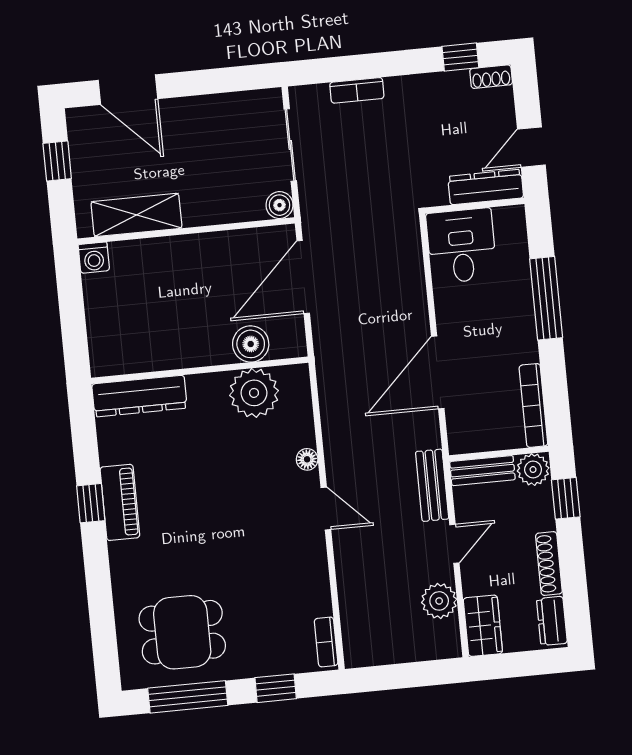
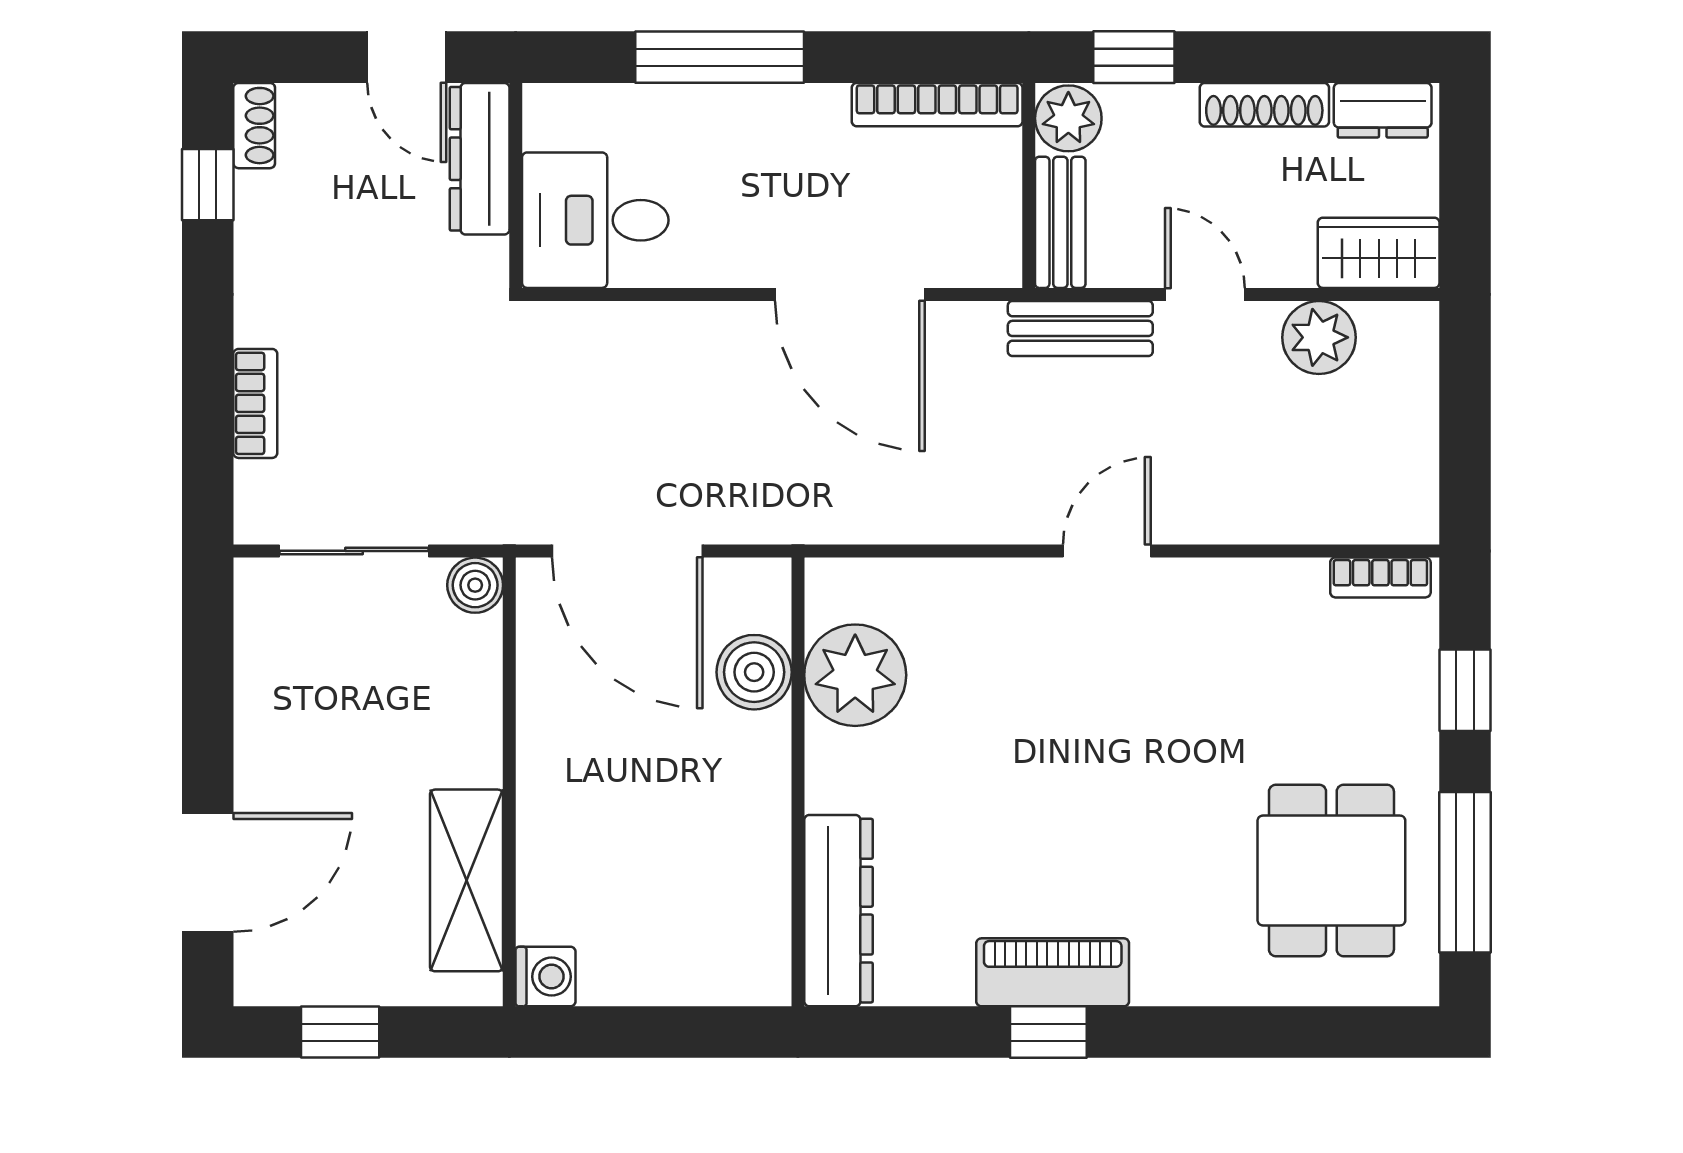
floor lamp: (307, 459) -> (1002, 580), removed

